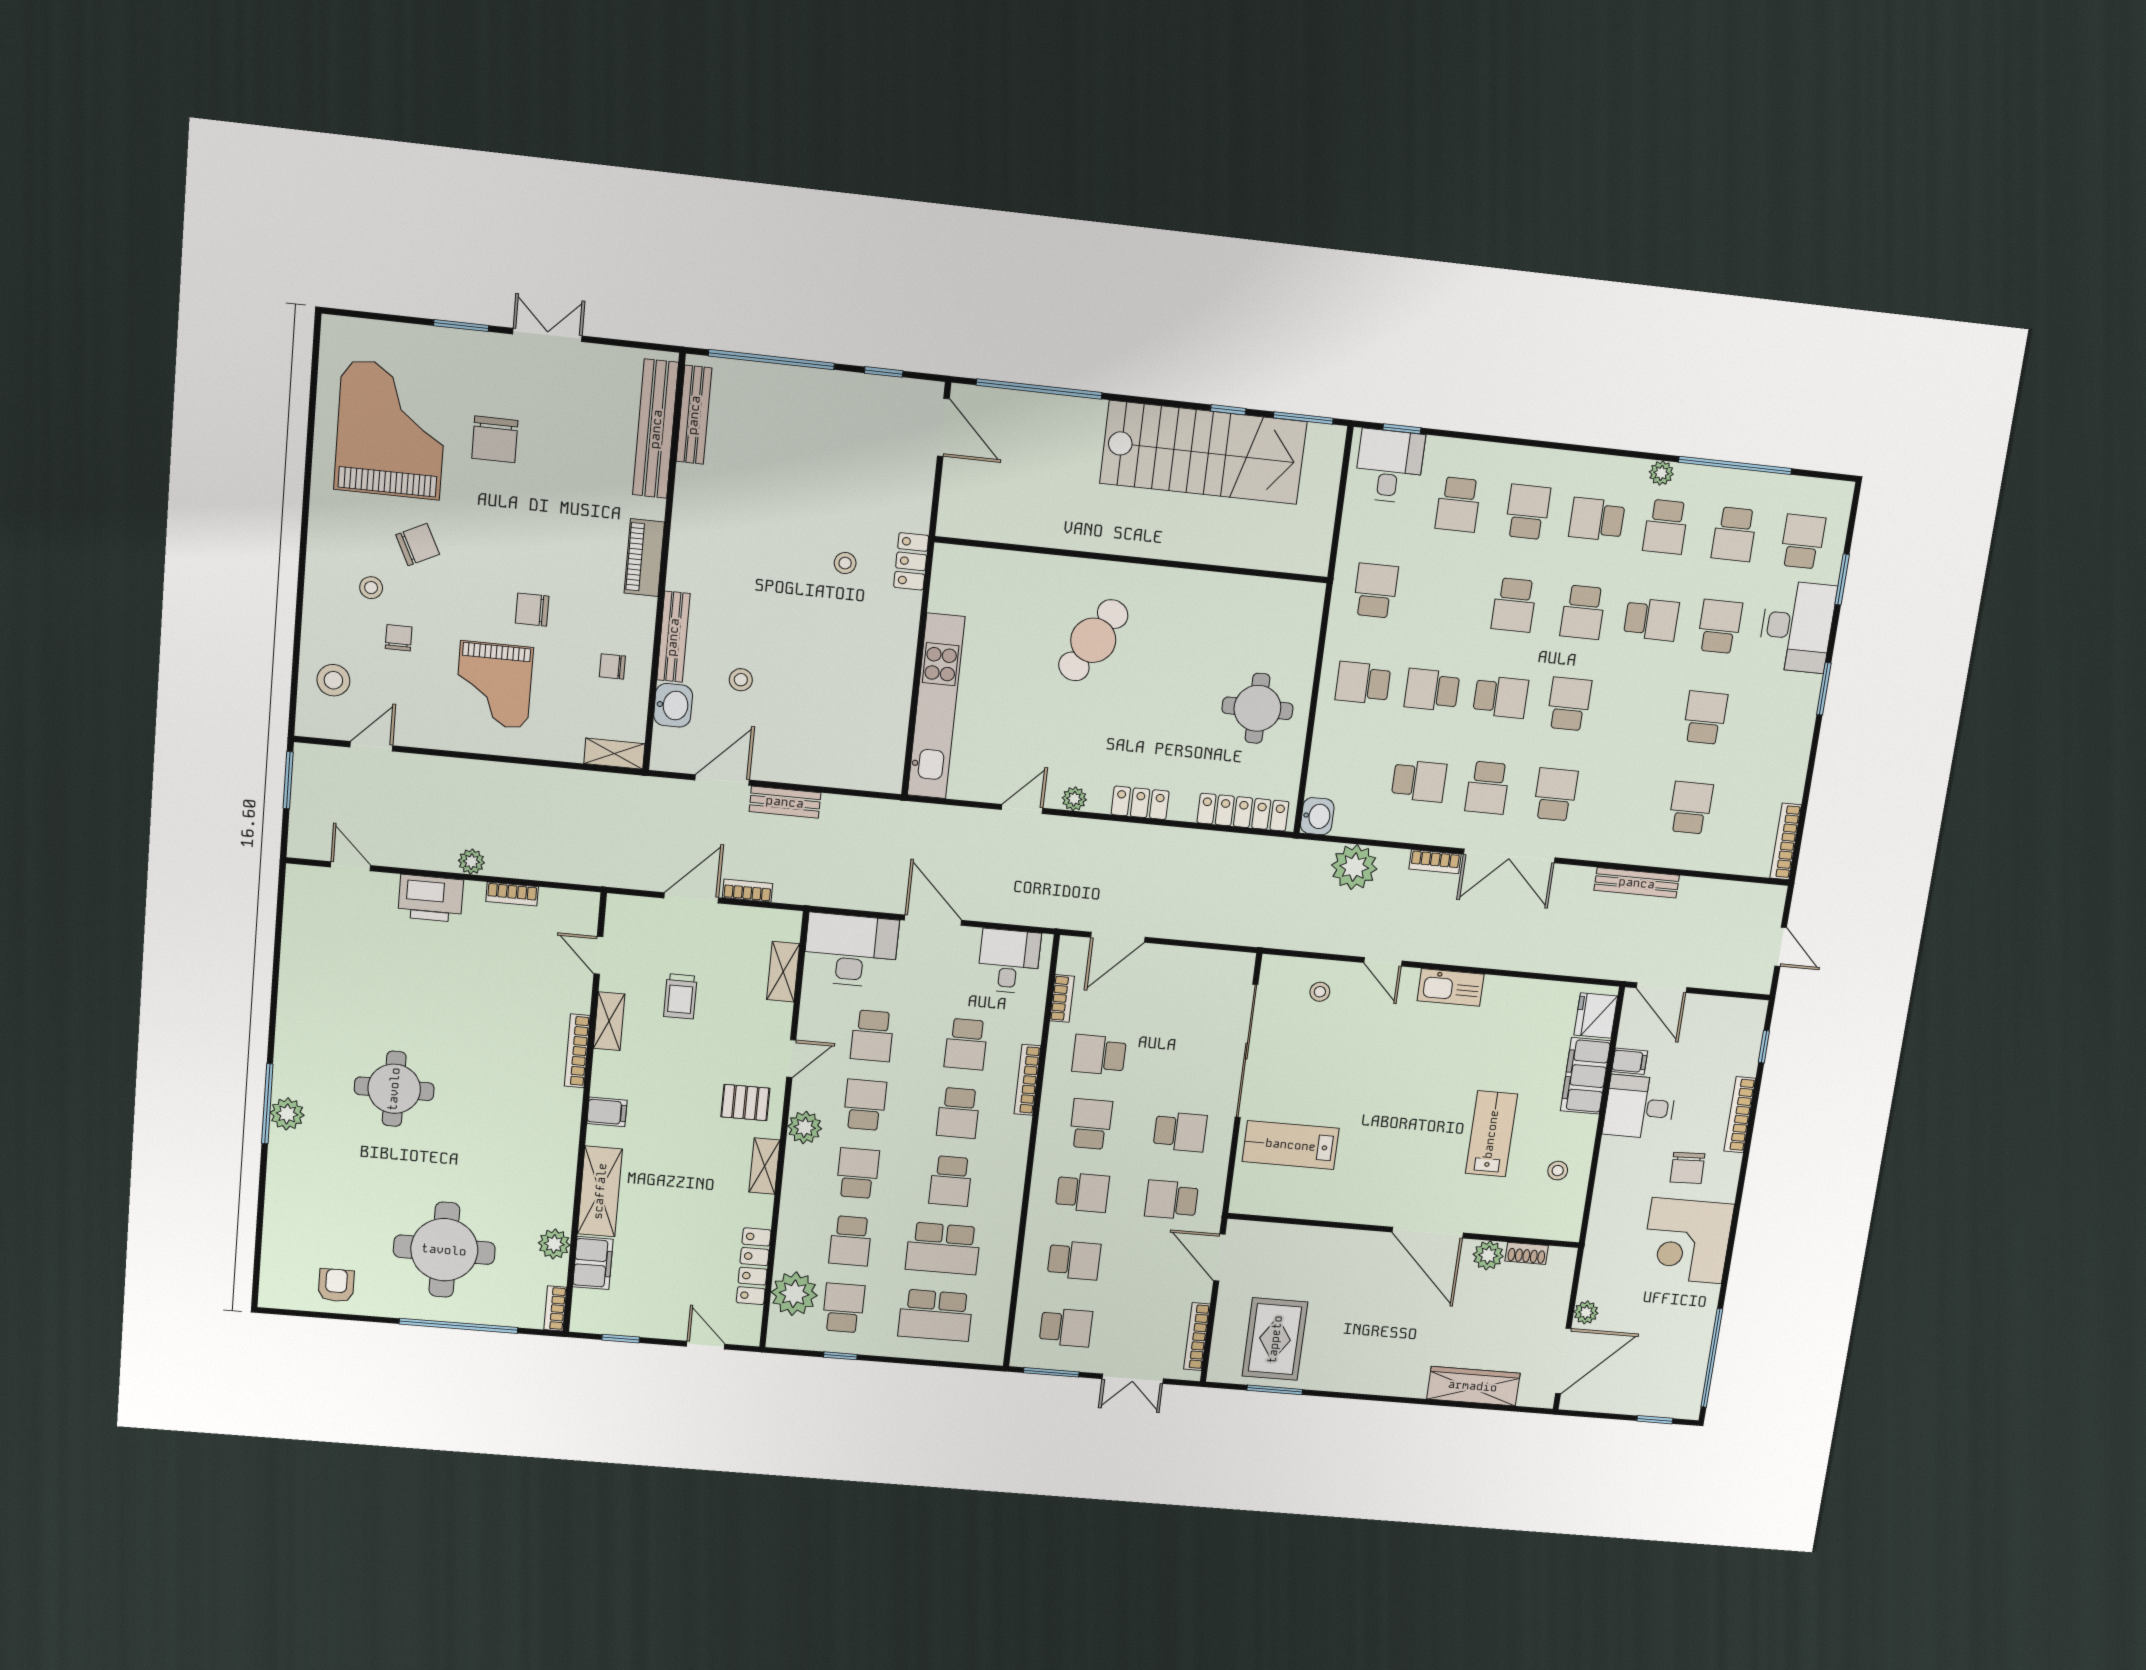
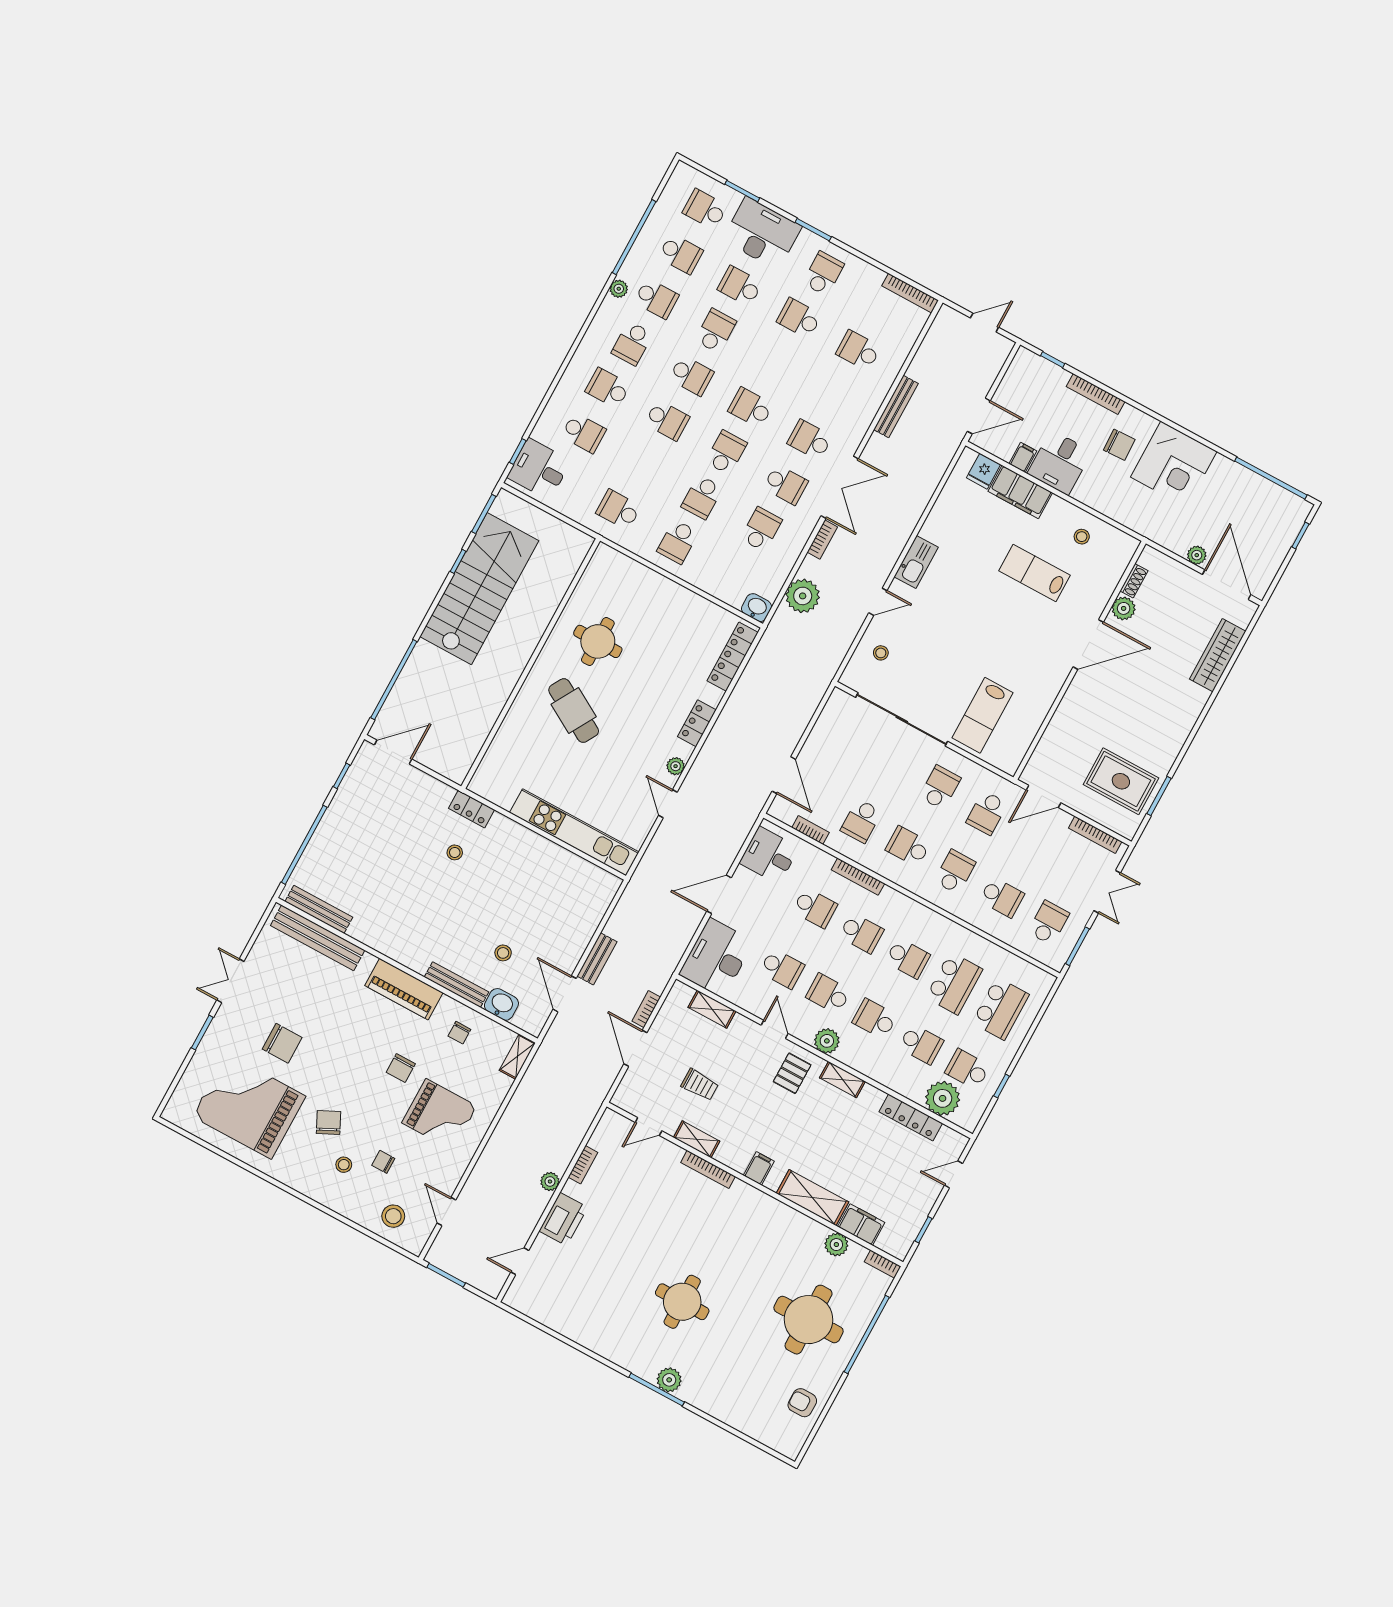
piano: (644, 558) -> (404, 989), width x1.37, depth x1.33
round table: (1257, 708) -> (598, 641), moved
school desk: (1772, 725) -> (823, 274), added
fridge: (1596, 1016) -> (983, 471), width x0.72
school desk: (1074, 1260) -> (1002, 897), turned 90

